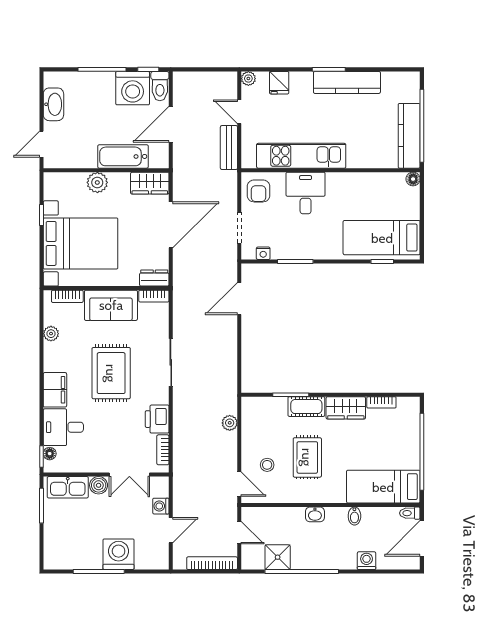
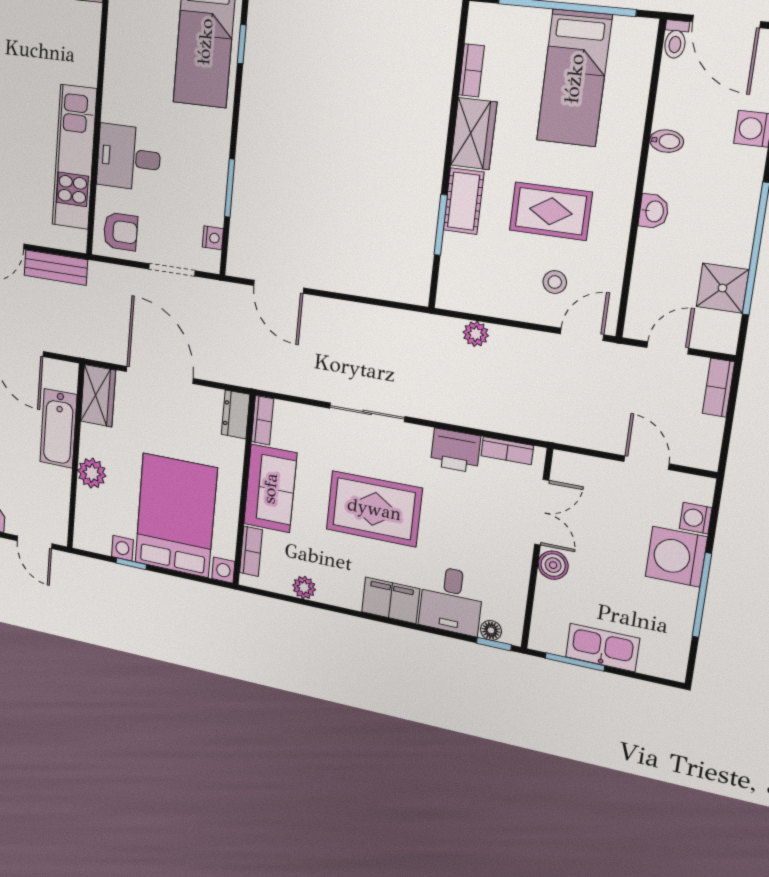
kitchen sink: (68, 487) -> (603, 648), moved, turned -90
bed: (383, 487) -> (574, 78), moved
washing machine: (161, 506) -> (696, 518), moved, turned 90
bookcase: (212, 563) -> (718, 388), width x0.64

